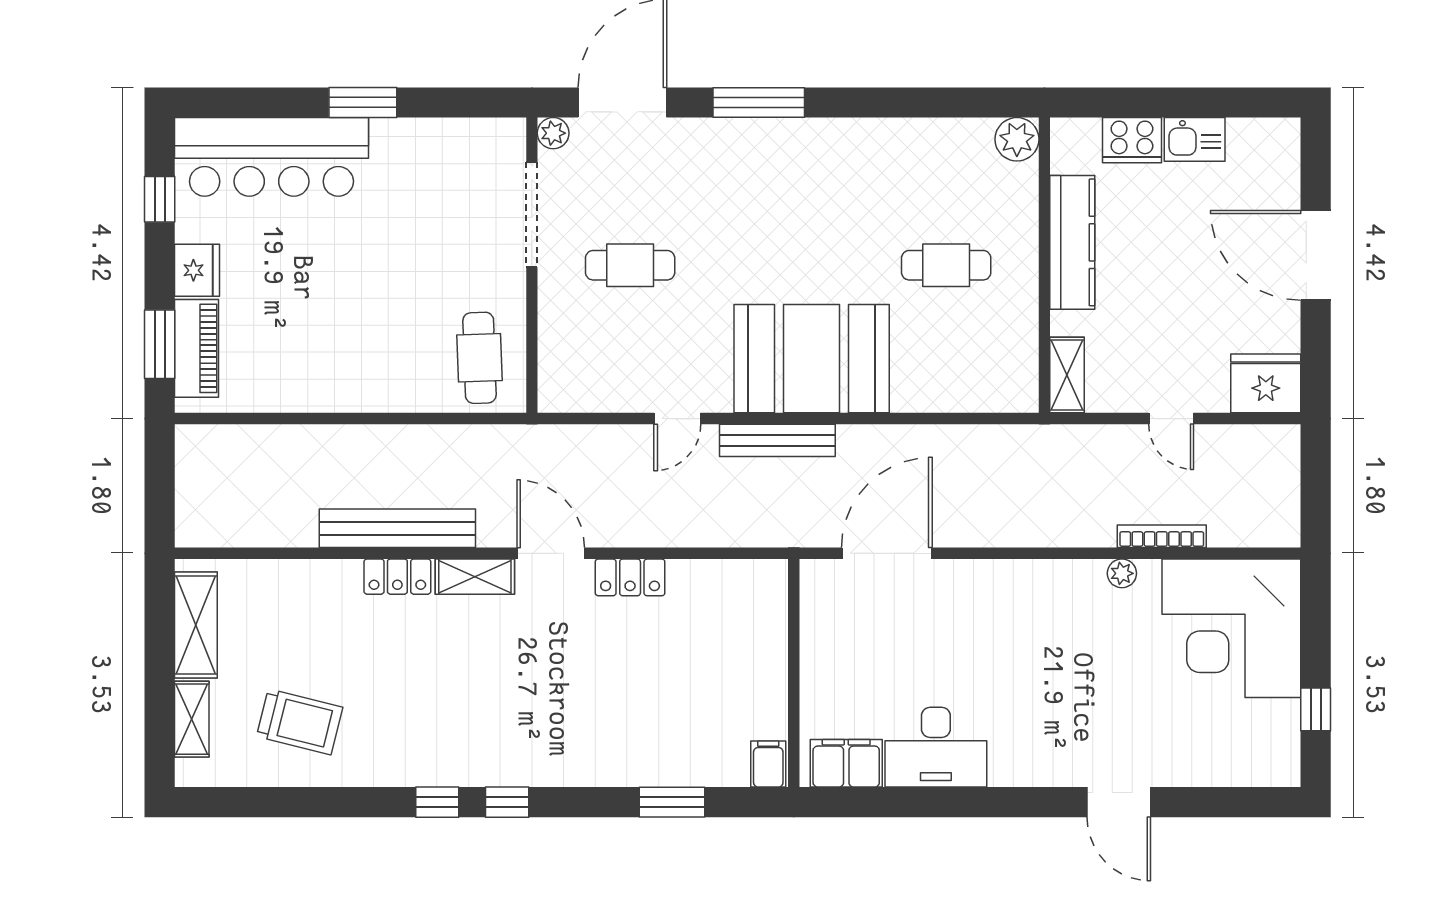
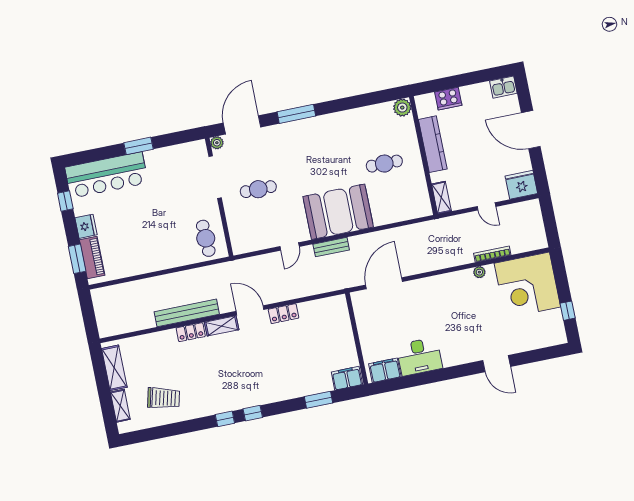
kitchen sink: (1195, 139) -> (503, 87), moved
bench: (777, 440) -> (331, 247), width x0.73
filing cabinet: (768, 764) -> (347, 378), width x2.00

